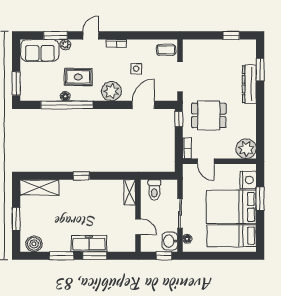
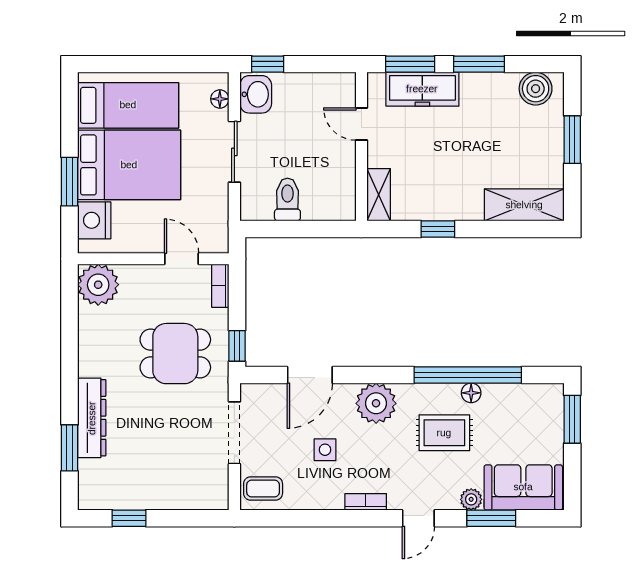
shelving: (130, 192) -> (379, 195), moved
wall: (138, 216) -> (361, 147), moved
door: (138, 227) -> (361, 124), moved

